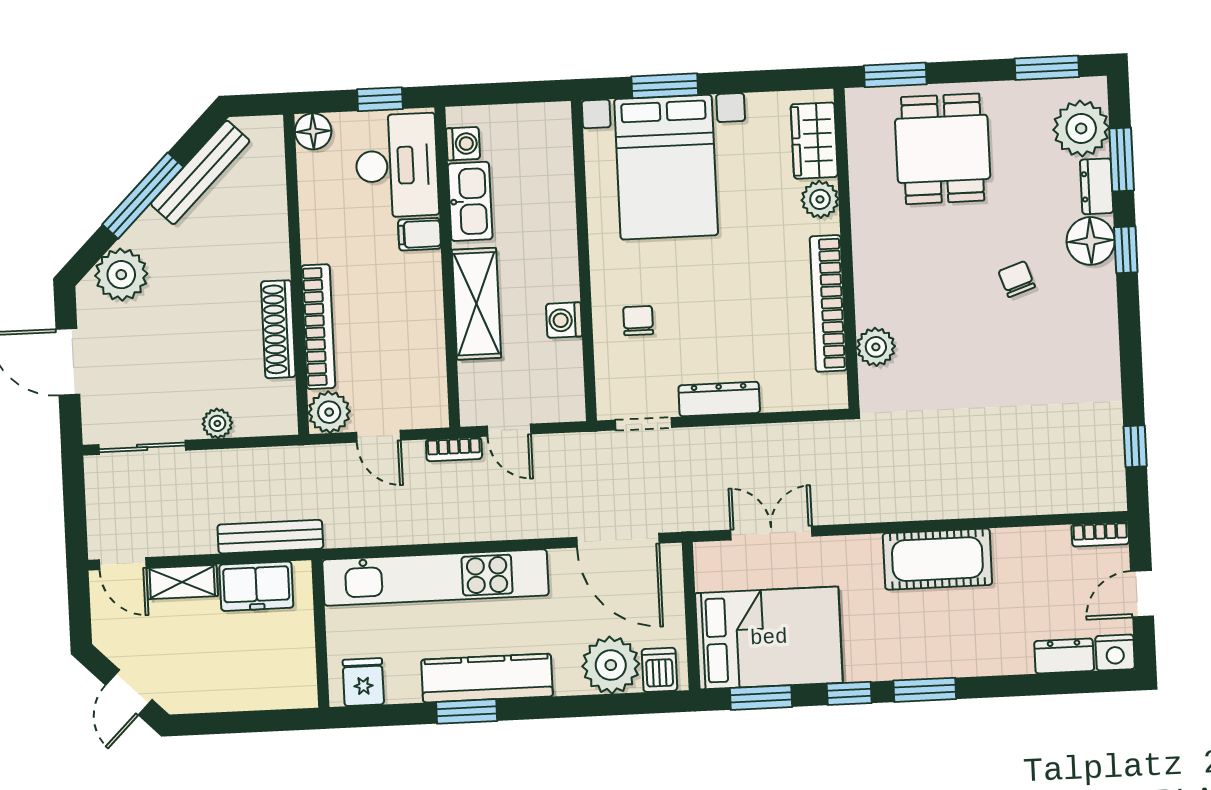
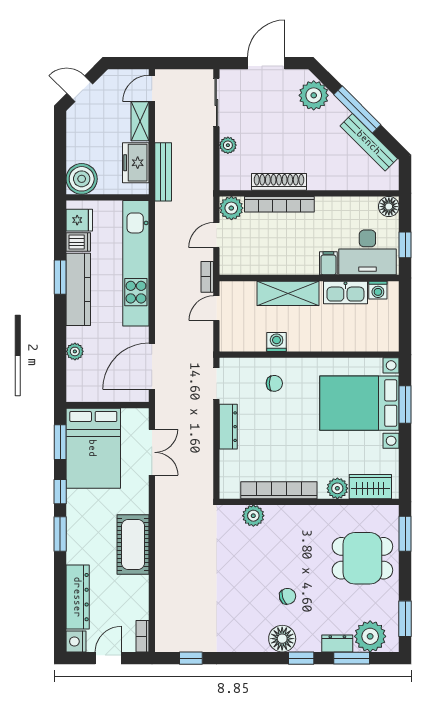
floor lamp: (1091, 241) -> (282, 639), moved
door: (1142, 594) -> (108, 658), hinge flipped
dresser: (1064, 656) -> (78, 597), width x1.96, depth x1.24
plant: (611, 665) -> (75, 351), width x0.53, depth x0.53
dishwasher: (659, 670) -> (78, 242), moved
boiler: (290, 681) -> (82, 179), added

